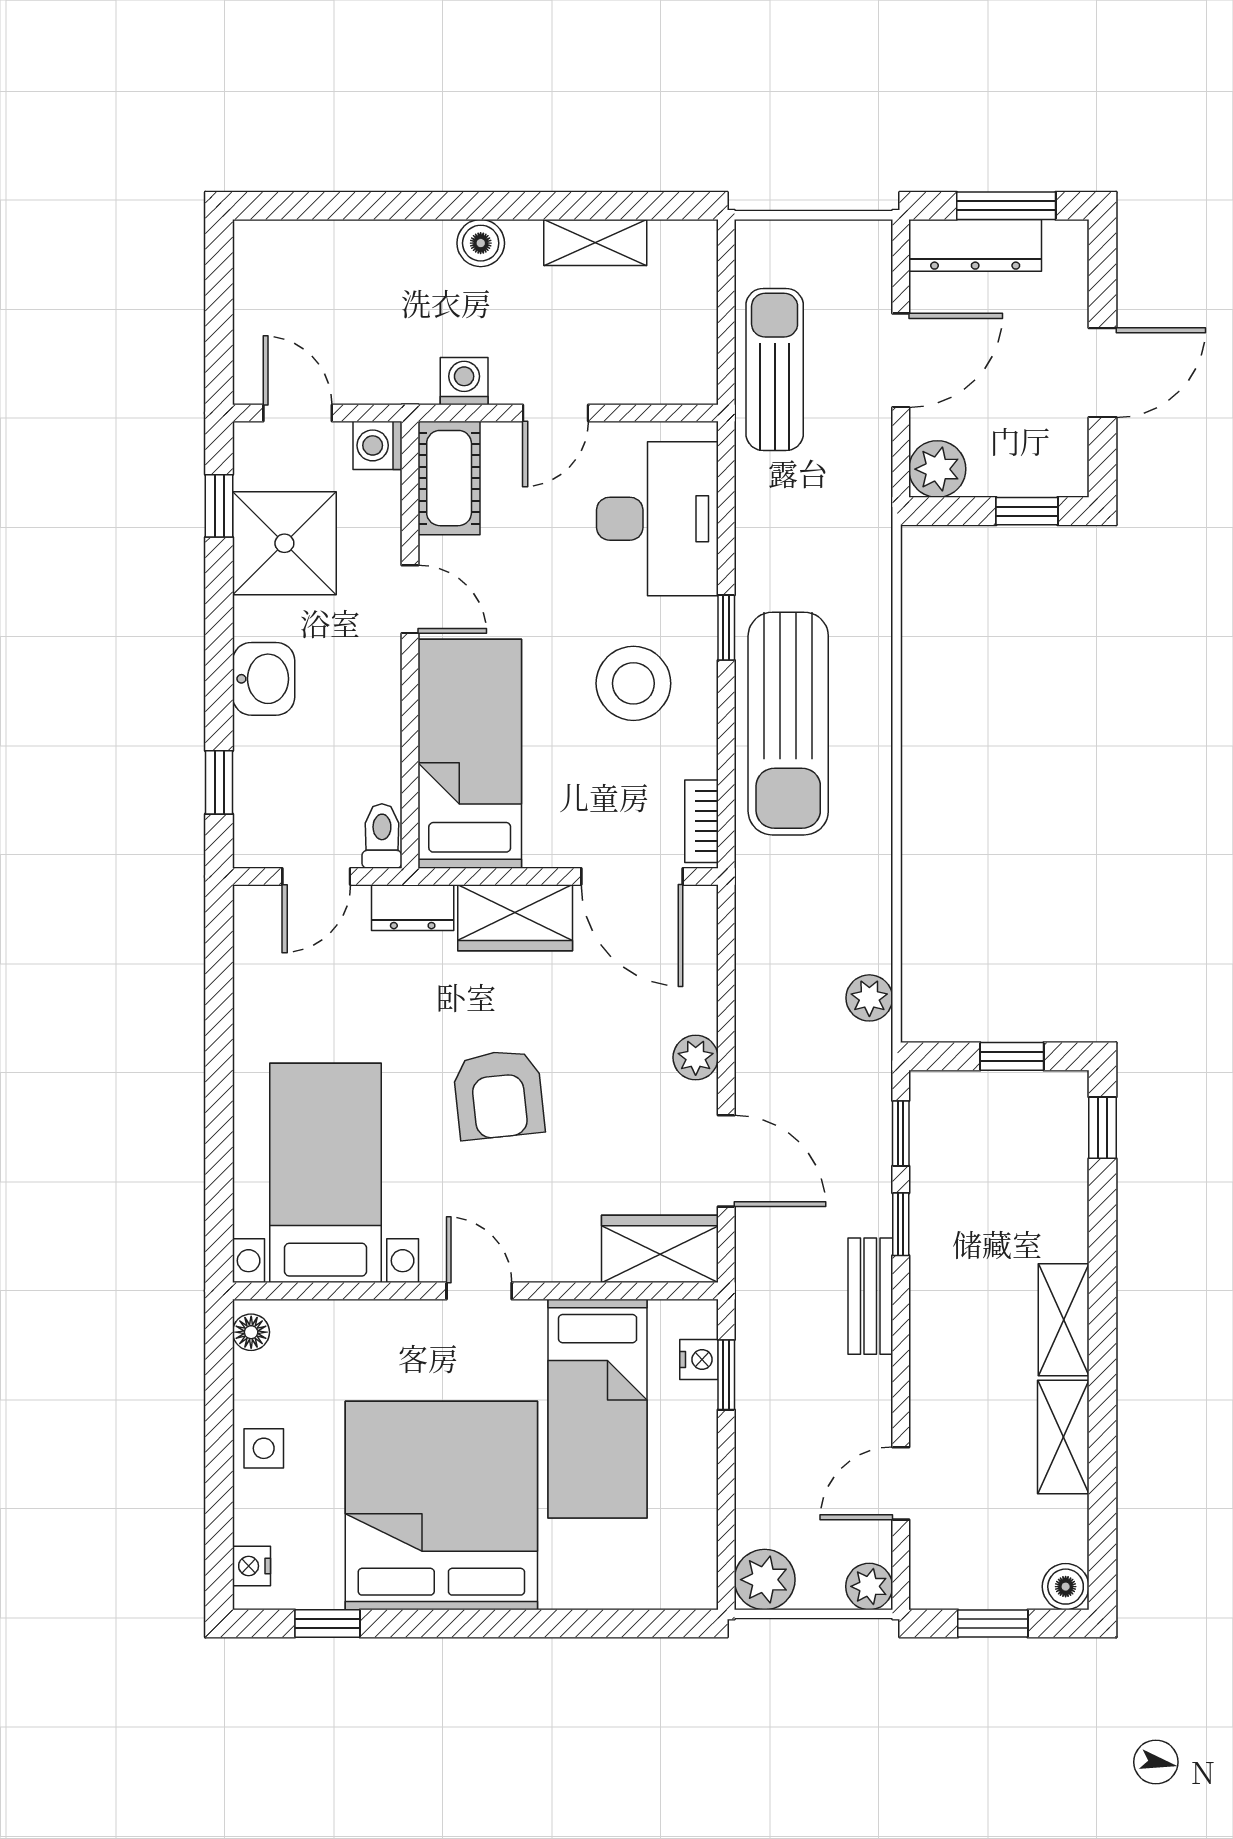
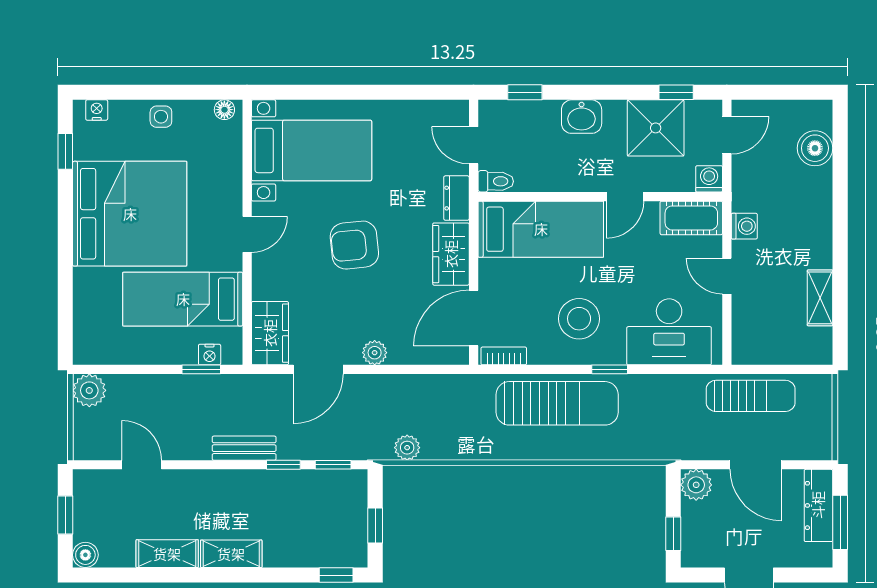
boiler: (481, 243) -> (815, 148), moved, width x1.36, depth x1.36
sun lounger: (788, 724) -> (557, 403), turned 180
plant: (869, 1586) -> (85, 448), removed

